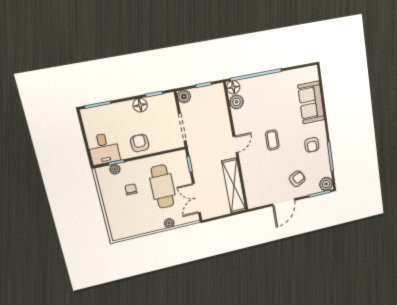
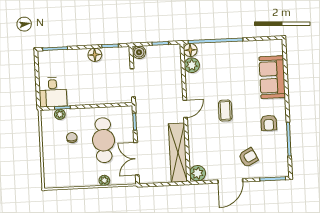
armchair: (140, 143) -> (88, 92), removed
plant: (326, 184) -> (197, 173), moved

